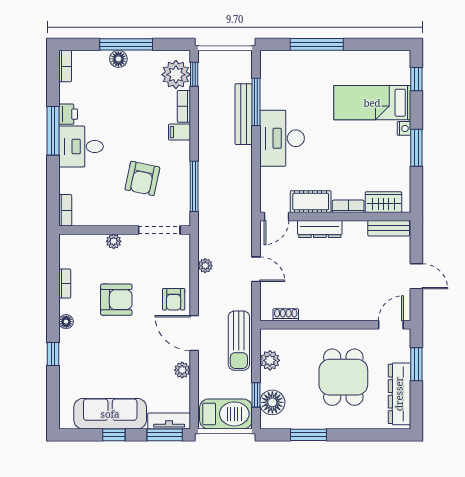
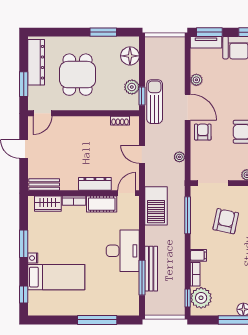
window: (256, 395) -> (142, 96), moved
barbecue: (226, 414) -> (156, 206), moved, turned -90

